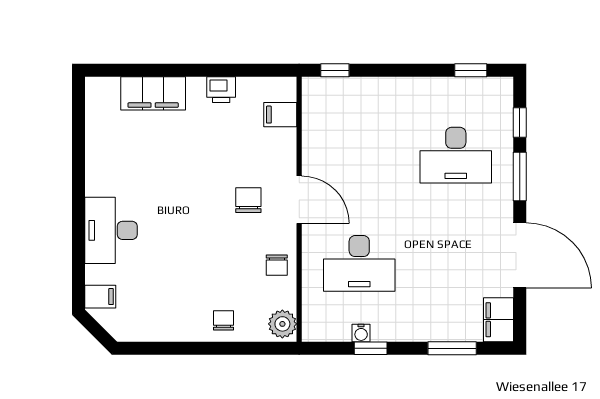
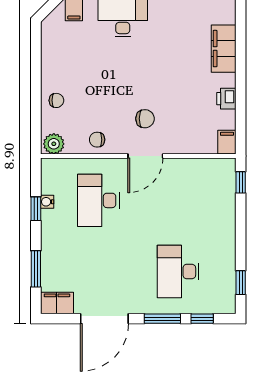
filing cabinet: (280, 115) -> (227, 142), moved

